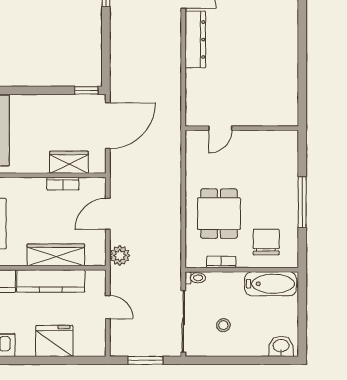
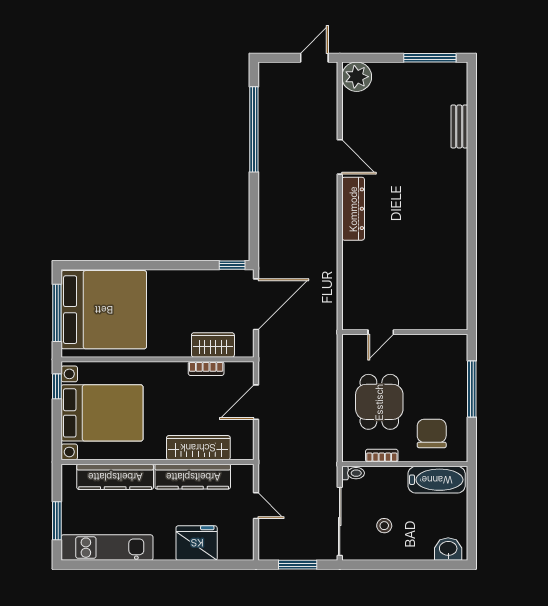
door: (220, 128) -> (381, 332), moved
wall: (242, 128) -> (405, 332), moved
plant: (120, 255) -> (269, 448), removed

